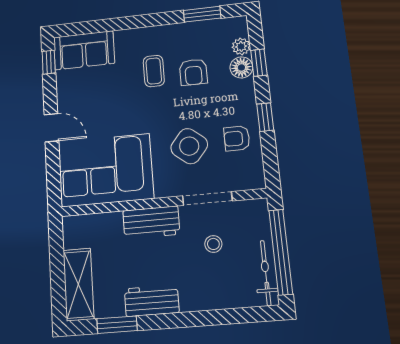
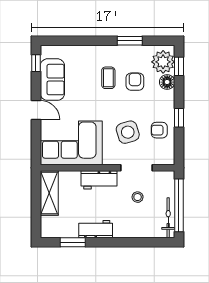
window: (202, 14) -> (130, 41), moved
plant: (241, 46) -> (163, 62), width x1.87, depth x1.87
sofa: (84, 50) -> (52, 80), moved, turned -90
window: (259, 63) -> (179, 66), moved
armchair: (193, 72) -> (135, 82), turned 180
side table: (189, 146) -> (128, 132), turned 34
shelving: (78, 284) -> (49, 193), moved

